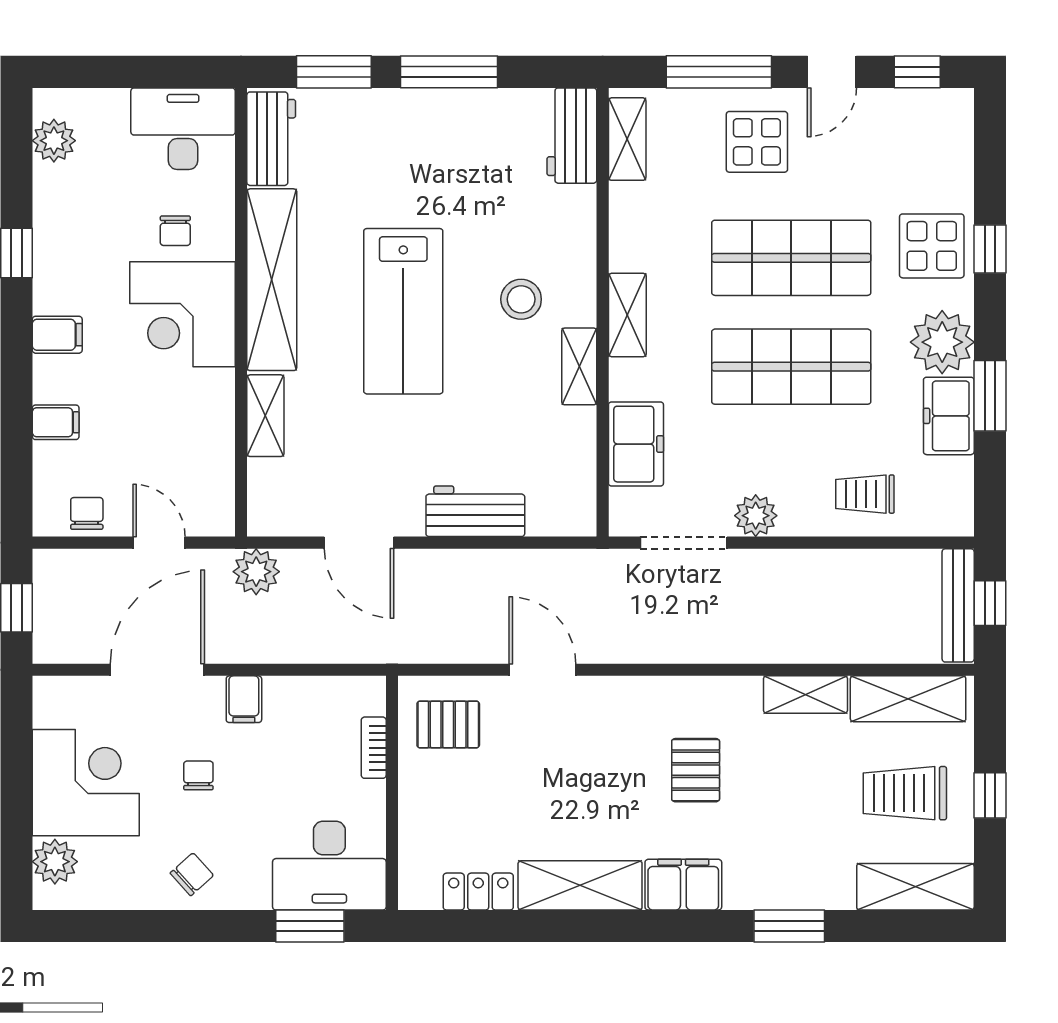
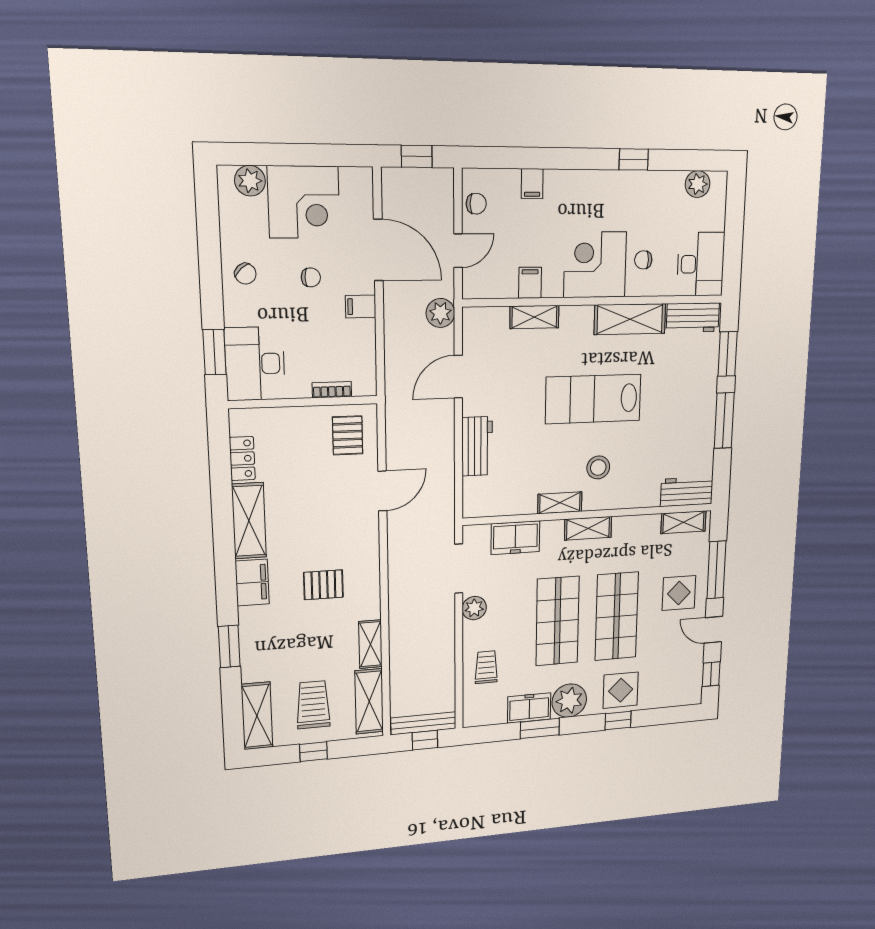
shelving: (272, 280) -> (630, 319), width x0.68
filing cabinet: (57, 335) -> (530, 283), moved, turned 180

